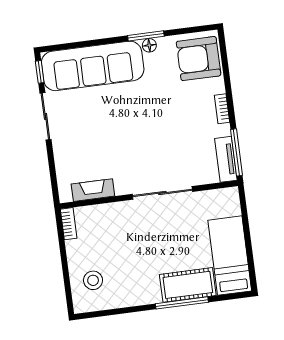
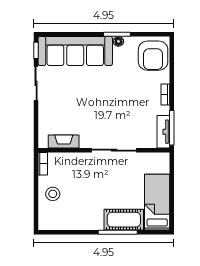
armchair: (199, 59) -> (153, 56), turned -90
stool: (93, 280) -> (53, 194), moved

